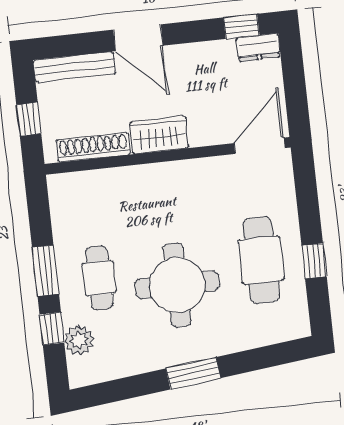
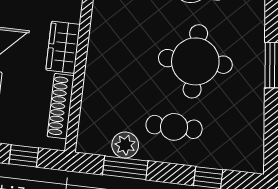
window: (46, 271) -> (125, 168), moved
plant: (79, 340) -> (125, 145), moved

